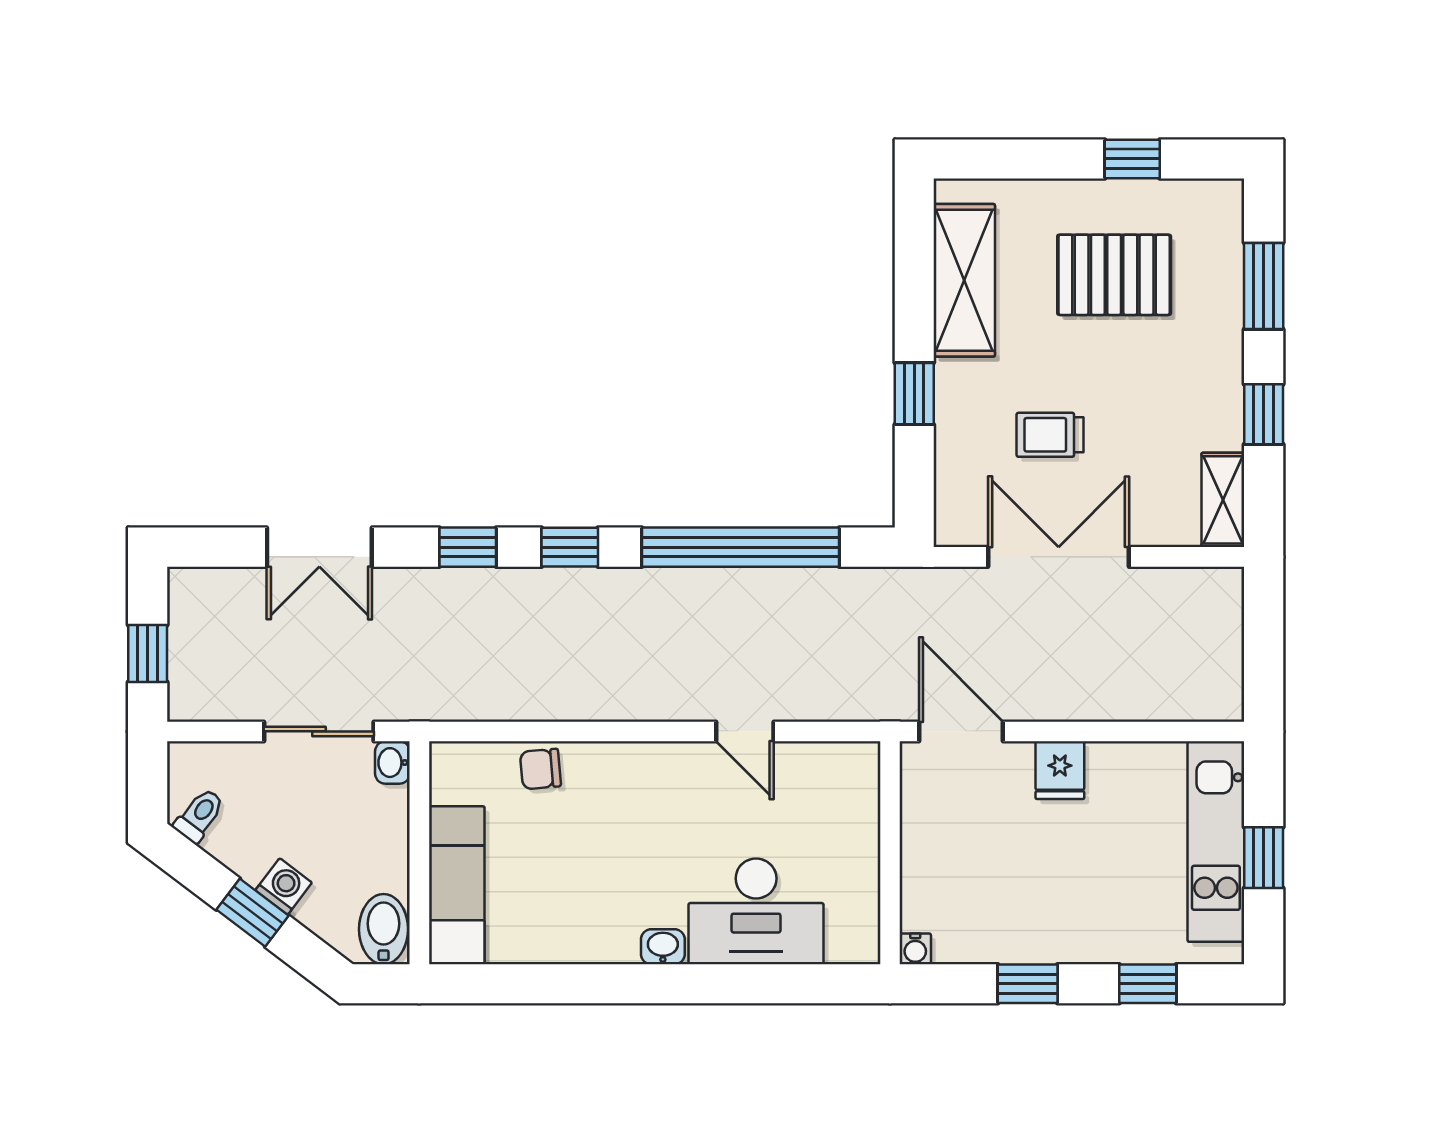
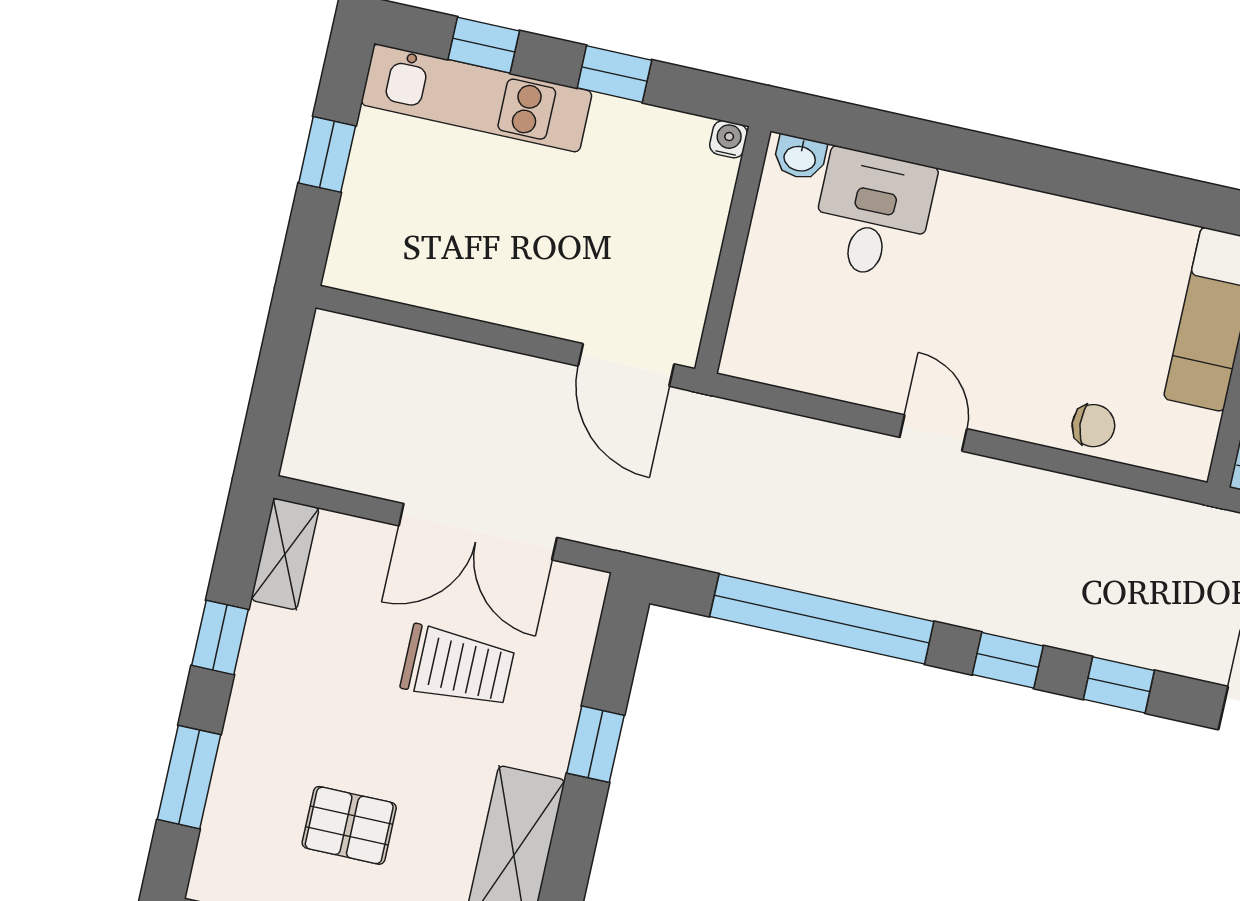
pallet: (1114, 275) -> (349, 825), width x0.67, depth x0.71
trolley: (1050, 435) -> (458, 667), width x1.36, depth x1.39
door: (745, 731) -> (933, 433), moved
fridge: (1060, 770) -> (528, 299), removed
kitchen unit: (1216, 842) -> (476, 98), moved, turned 90
desk: (756, 911) -> (873, 214), width x0.73
washbasin: (663, 947) -> (800, 158), moved

